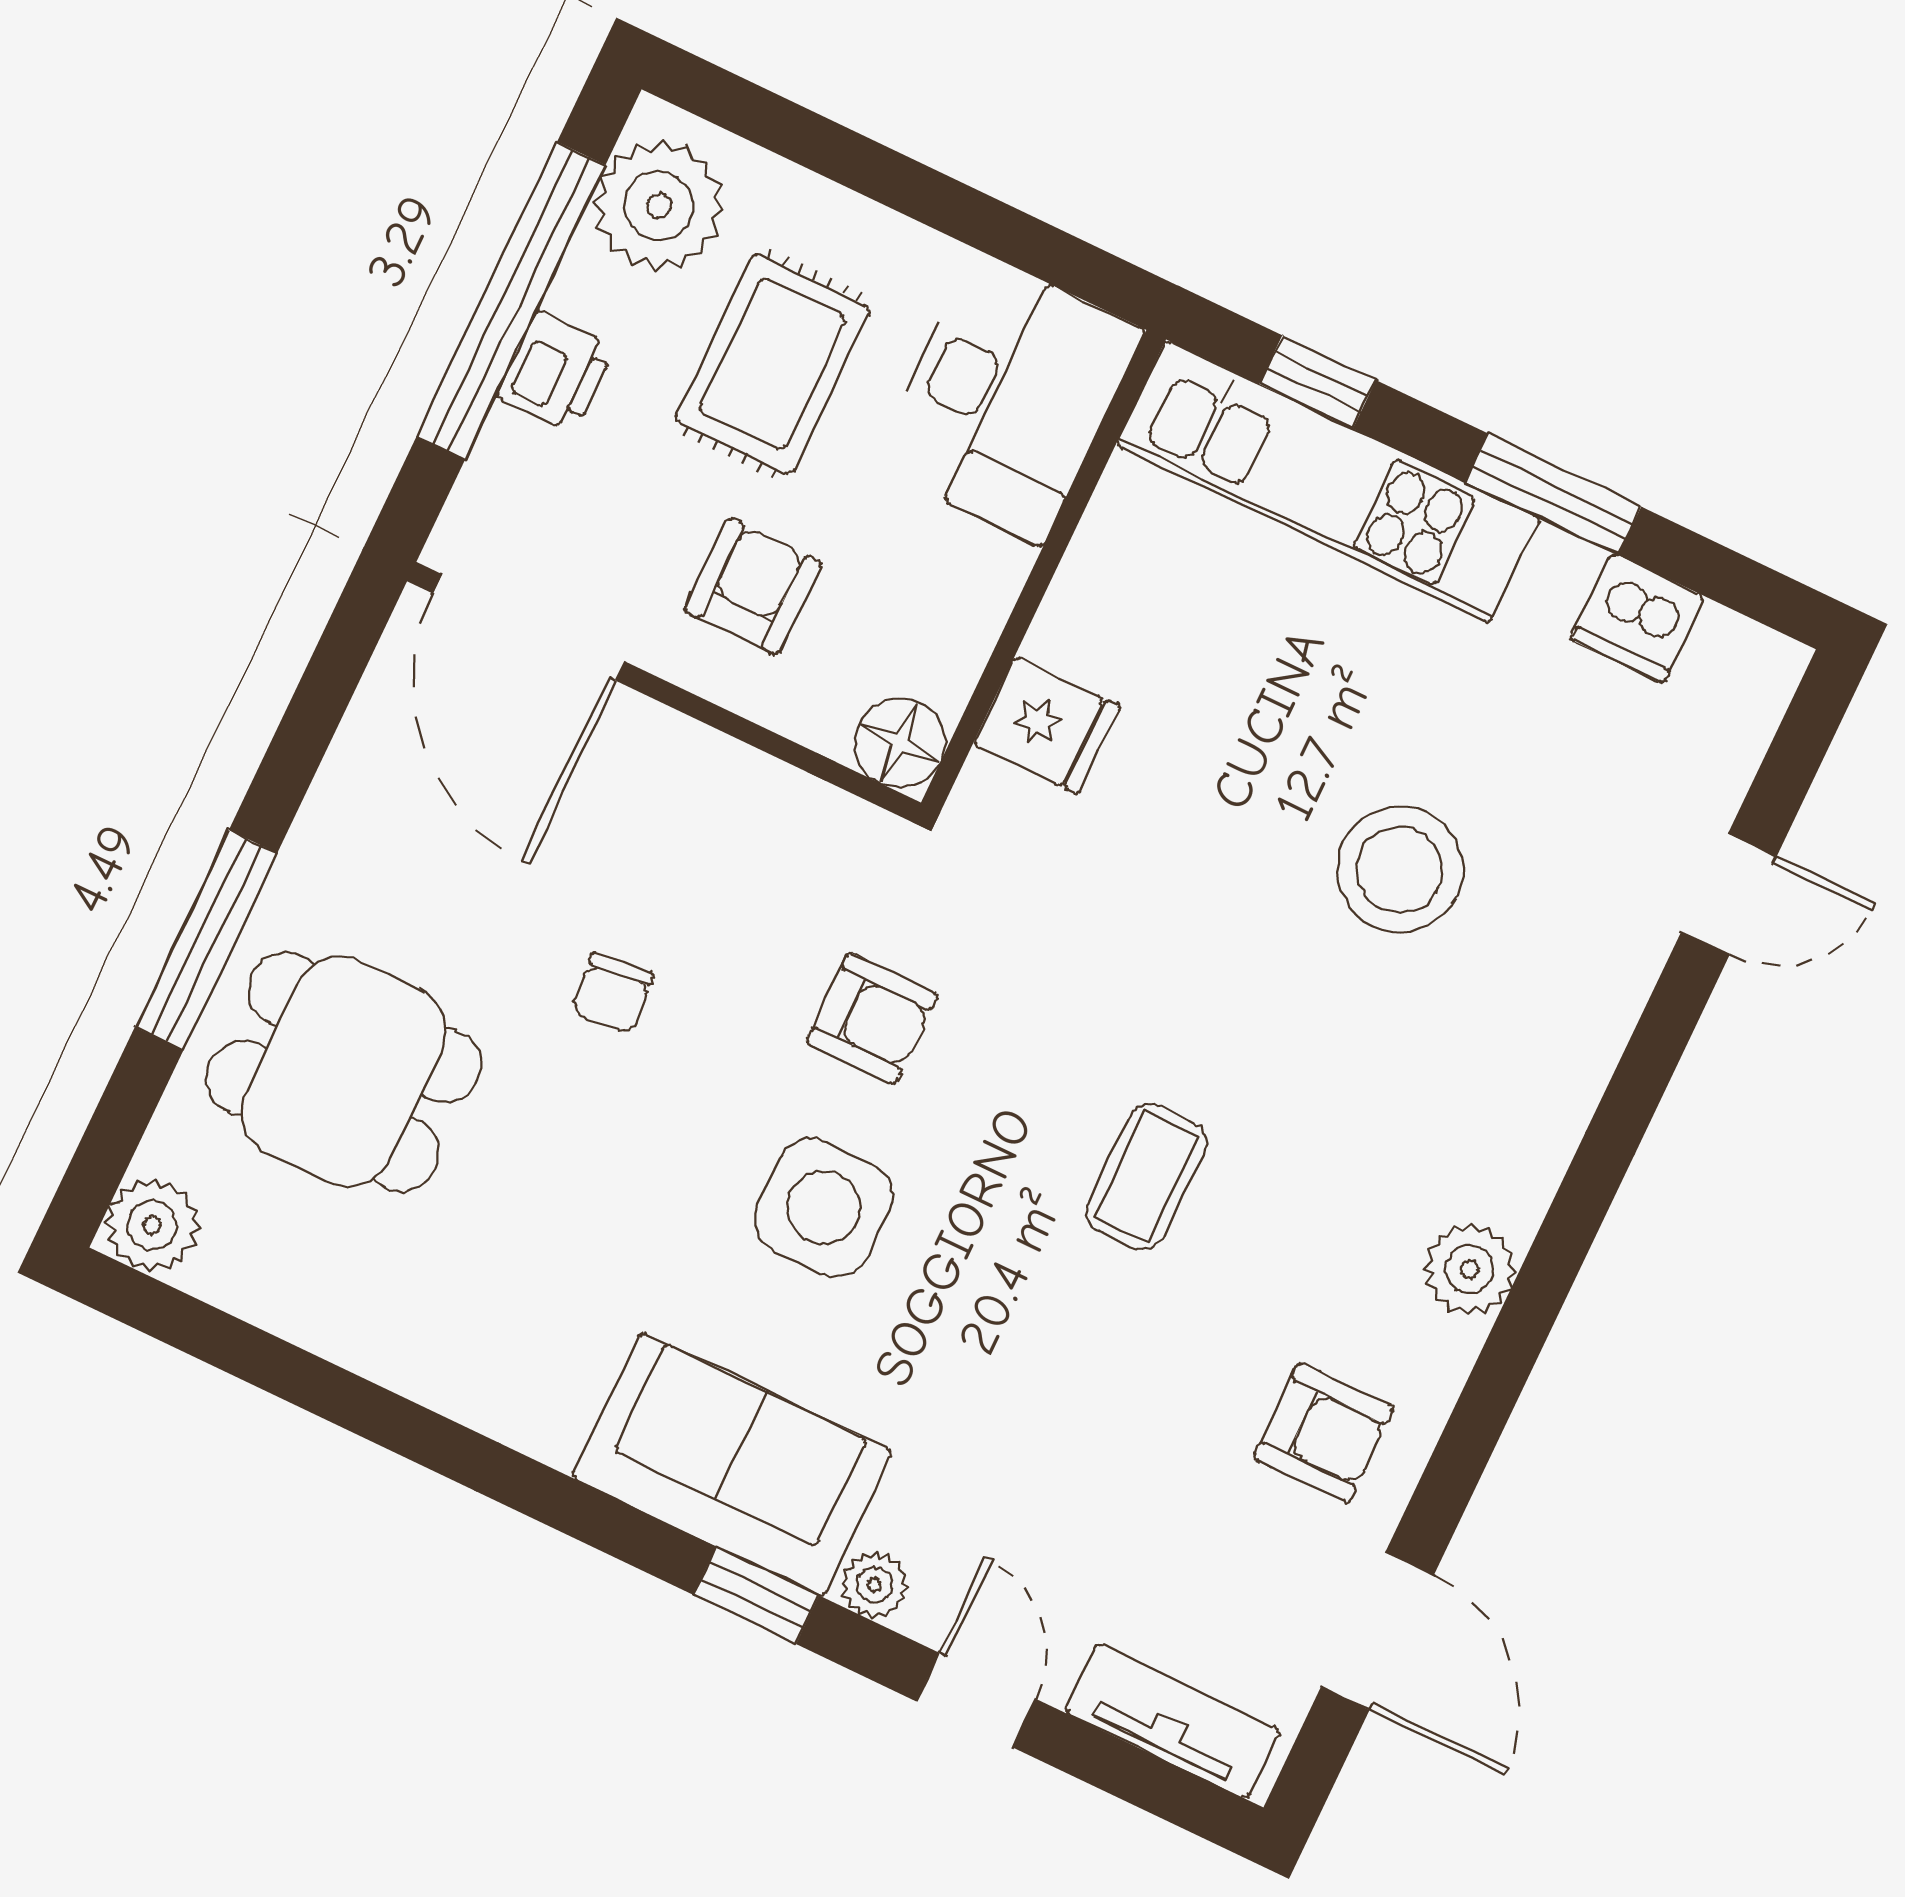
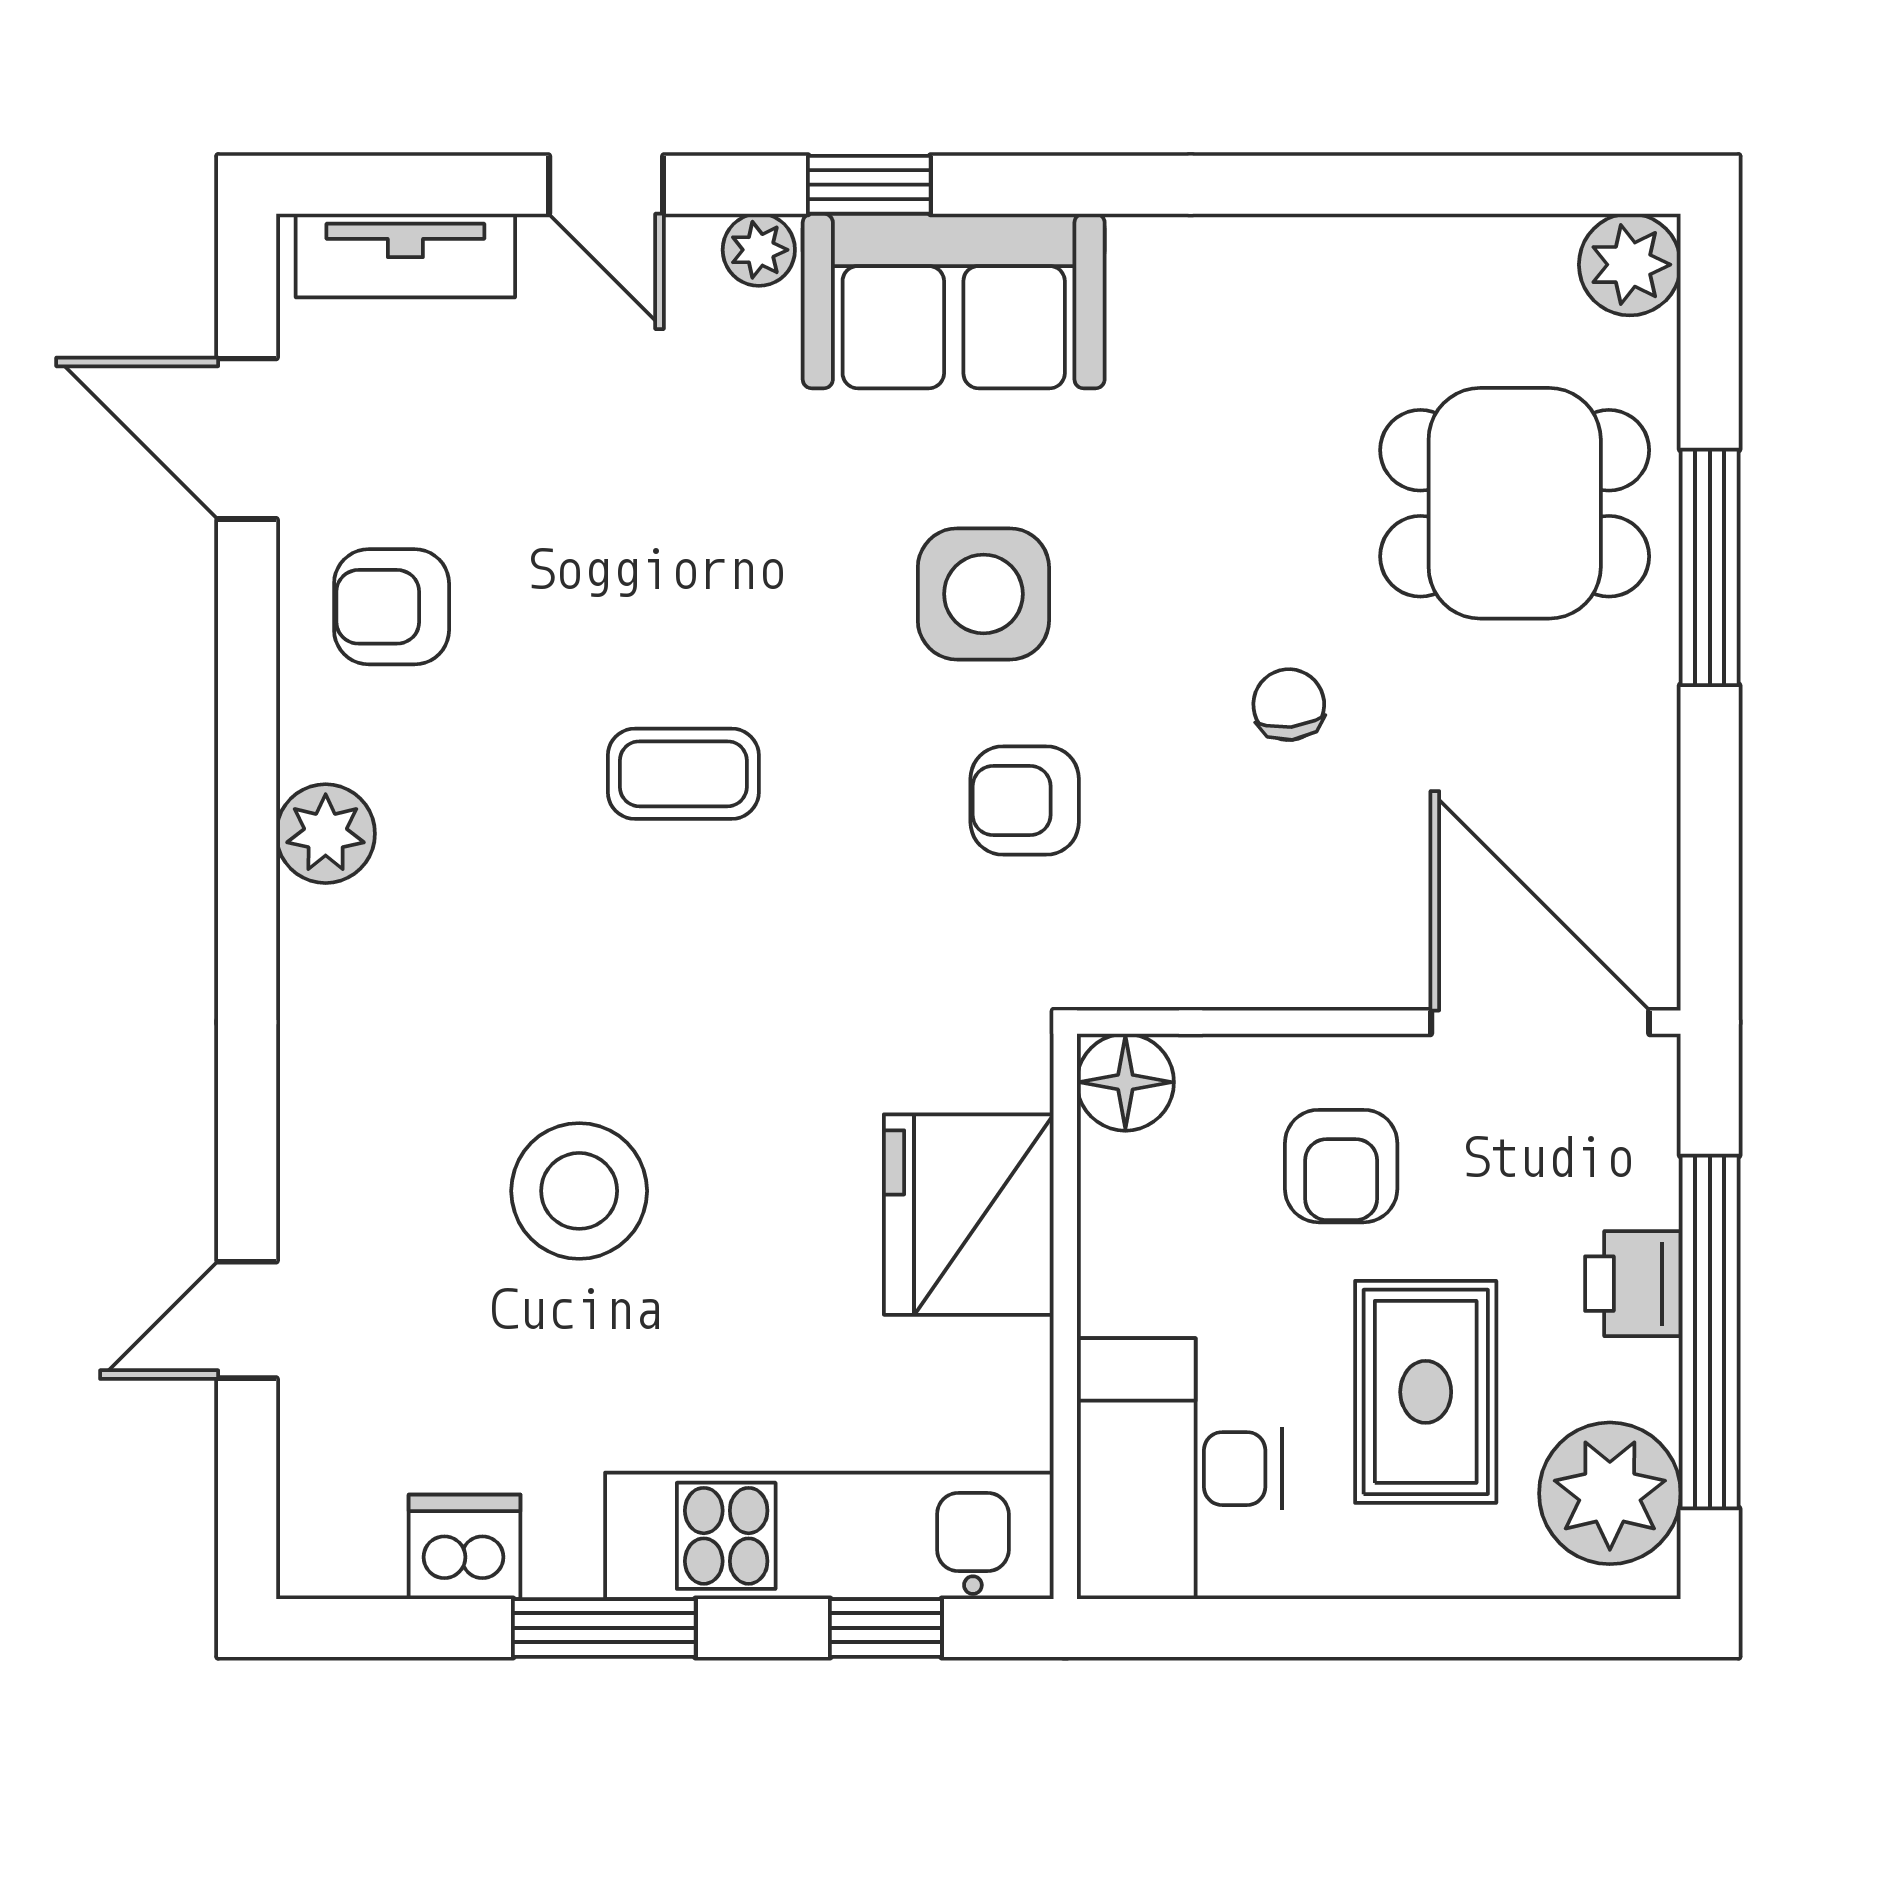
fridge: (1047, 725) -> (969, 1215), width x1.88, depth x1.34
coffee table: (1146, 1177) -> (683, 774), turned 90

